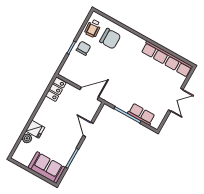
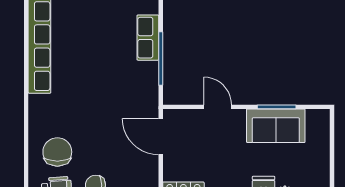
door: (88, 130) -> (218, 107), swing flipped
sofa: (47, 168) -> (276, 126), moved, turned -90

